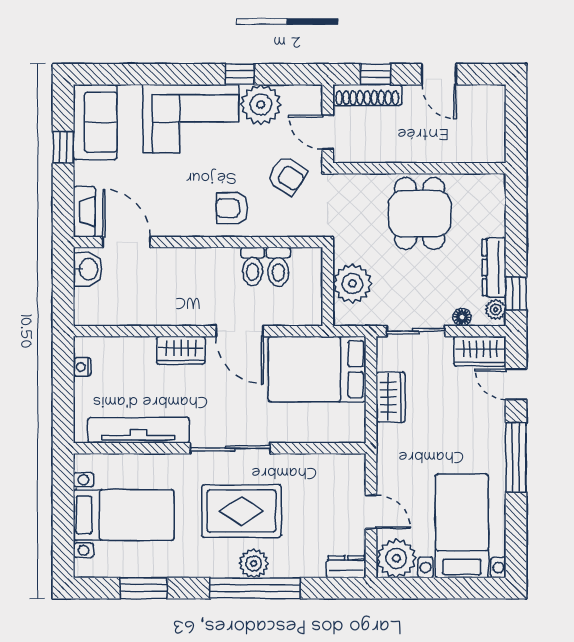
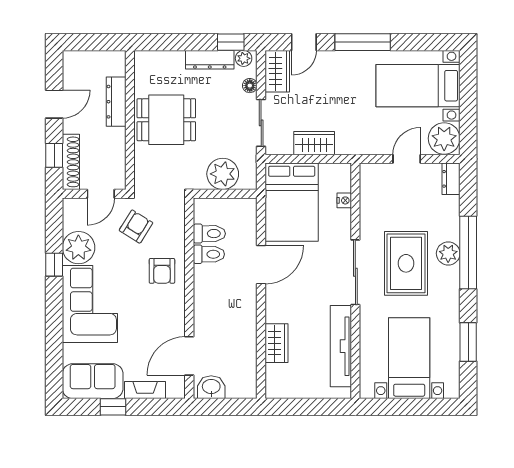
dresser: (442, 151) -> (116, 102), added
fireplace: (84, 212) -> (145, 390), moved
wardrobe: (181, 350) -> (276, 343), moved
nightstand: (82, 367) -> (344, 200), moved, turned -90

